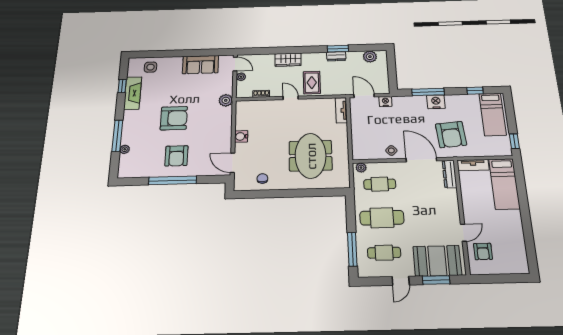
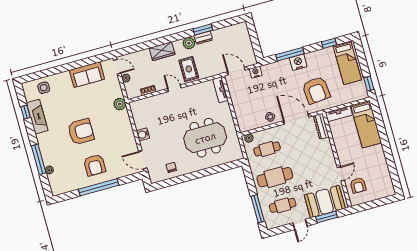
plant: (370, 57) -> (189, 43), moved
meeting table: (311, 156) -> (205, 138), turned 90

